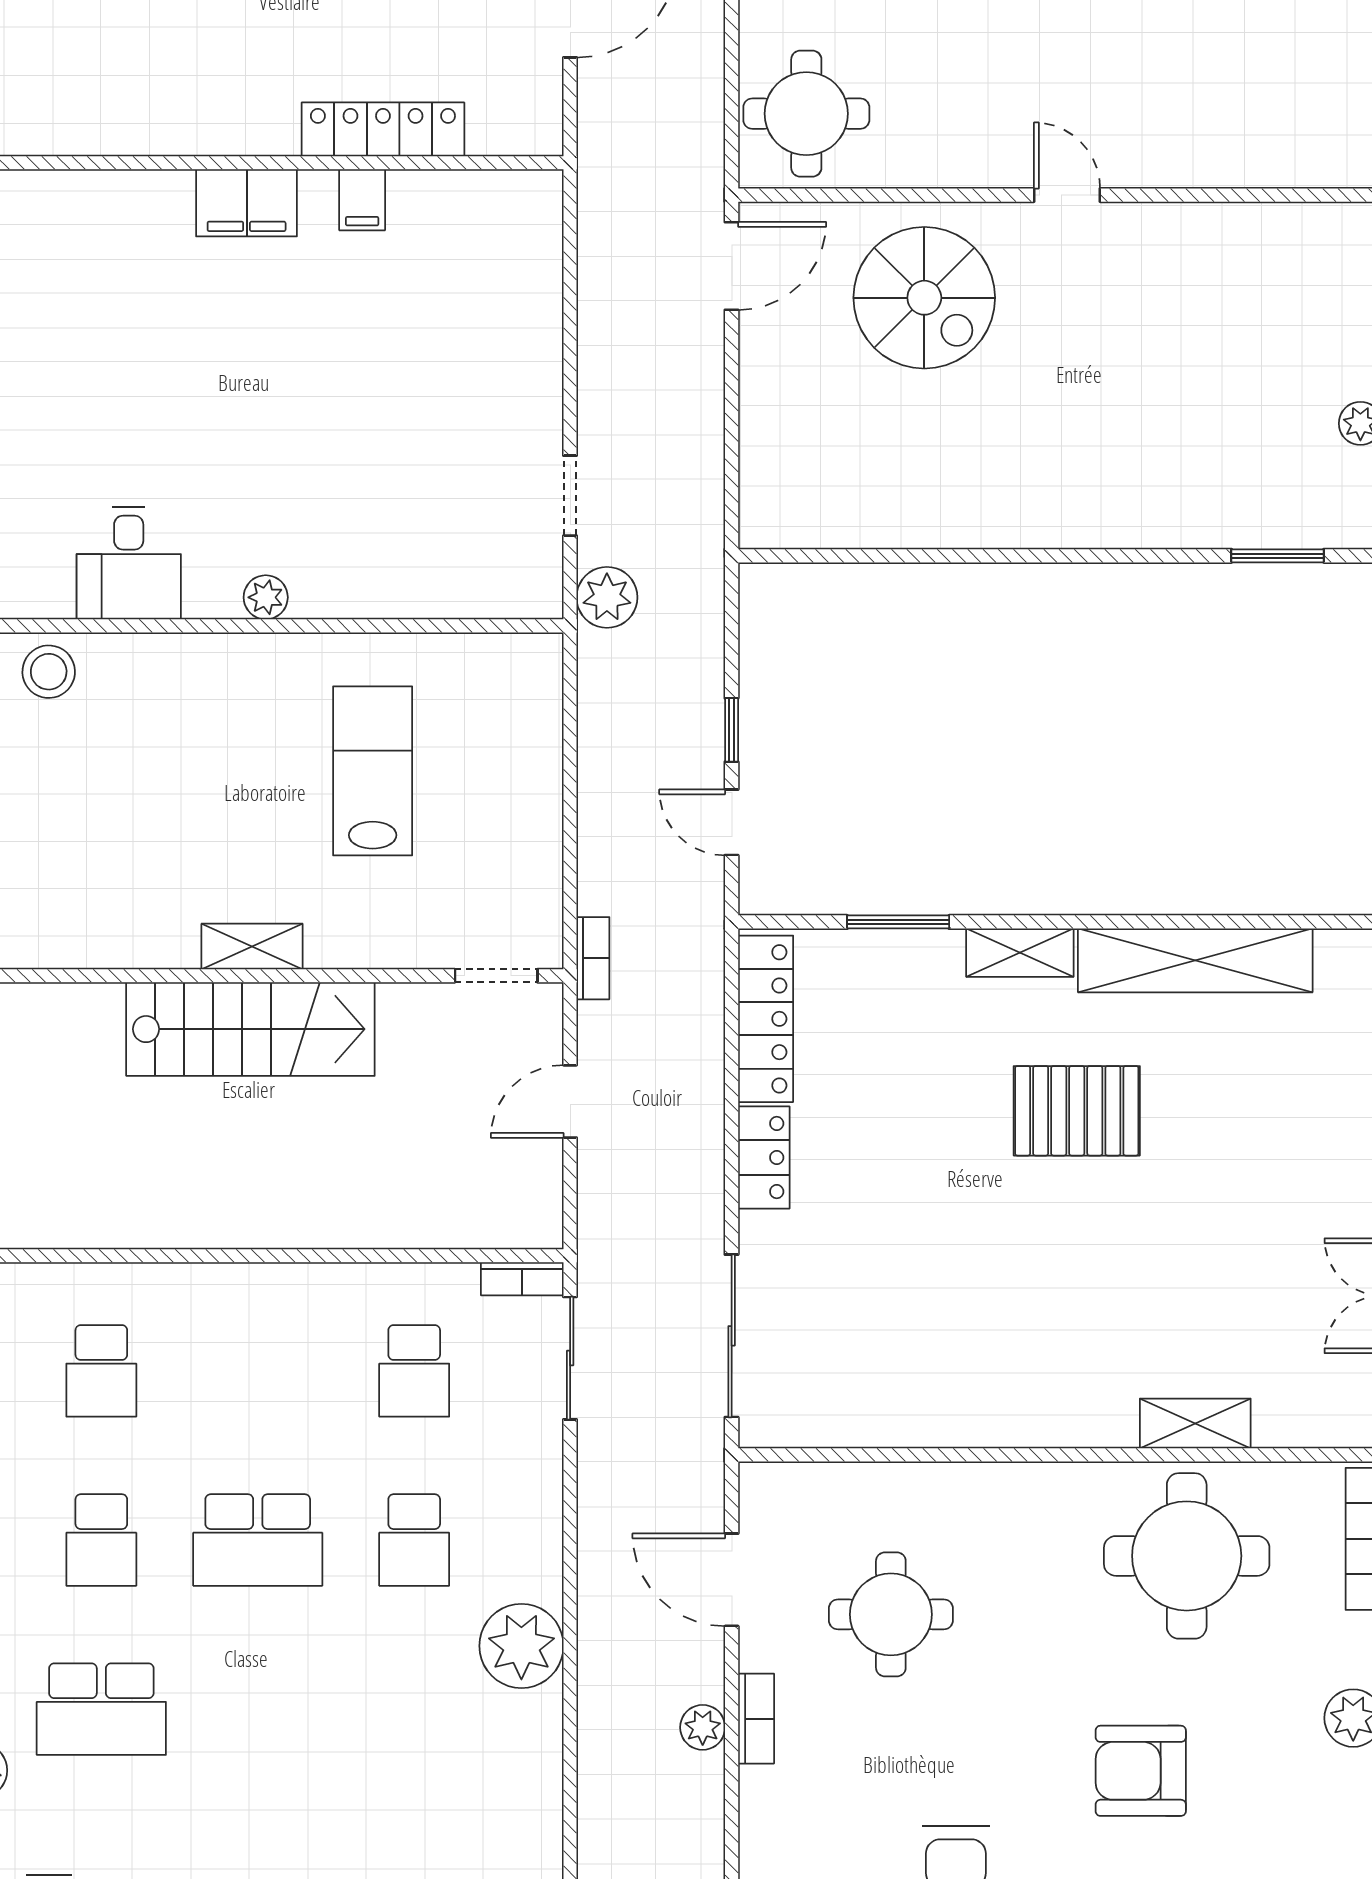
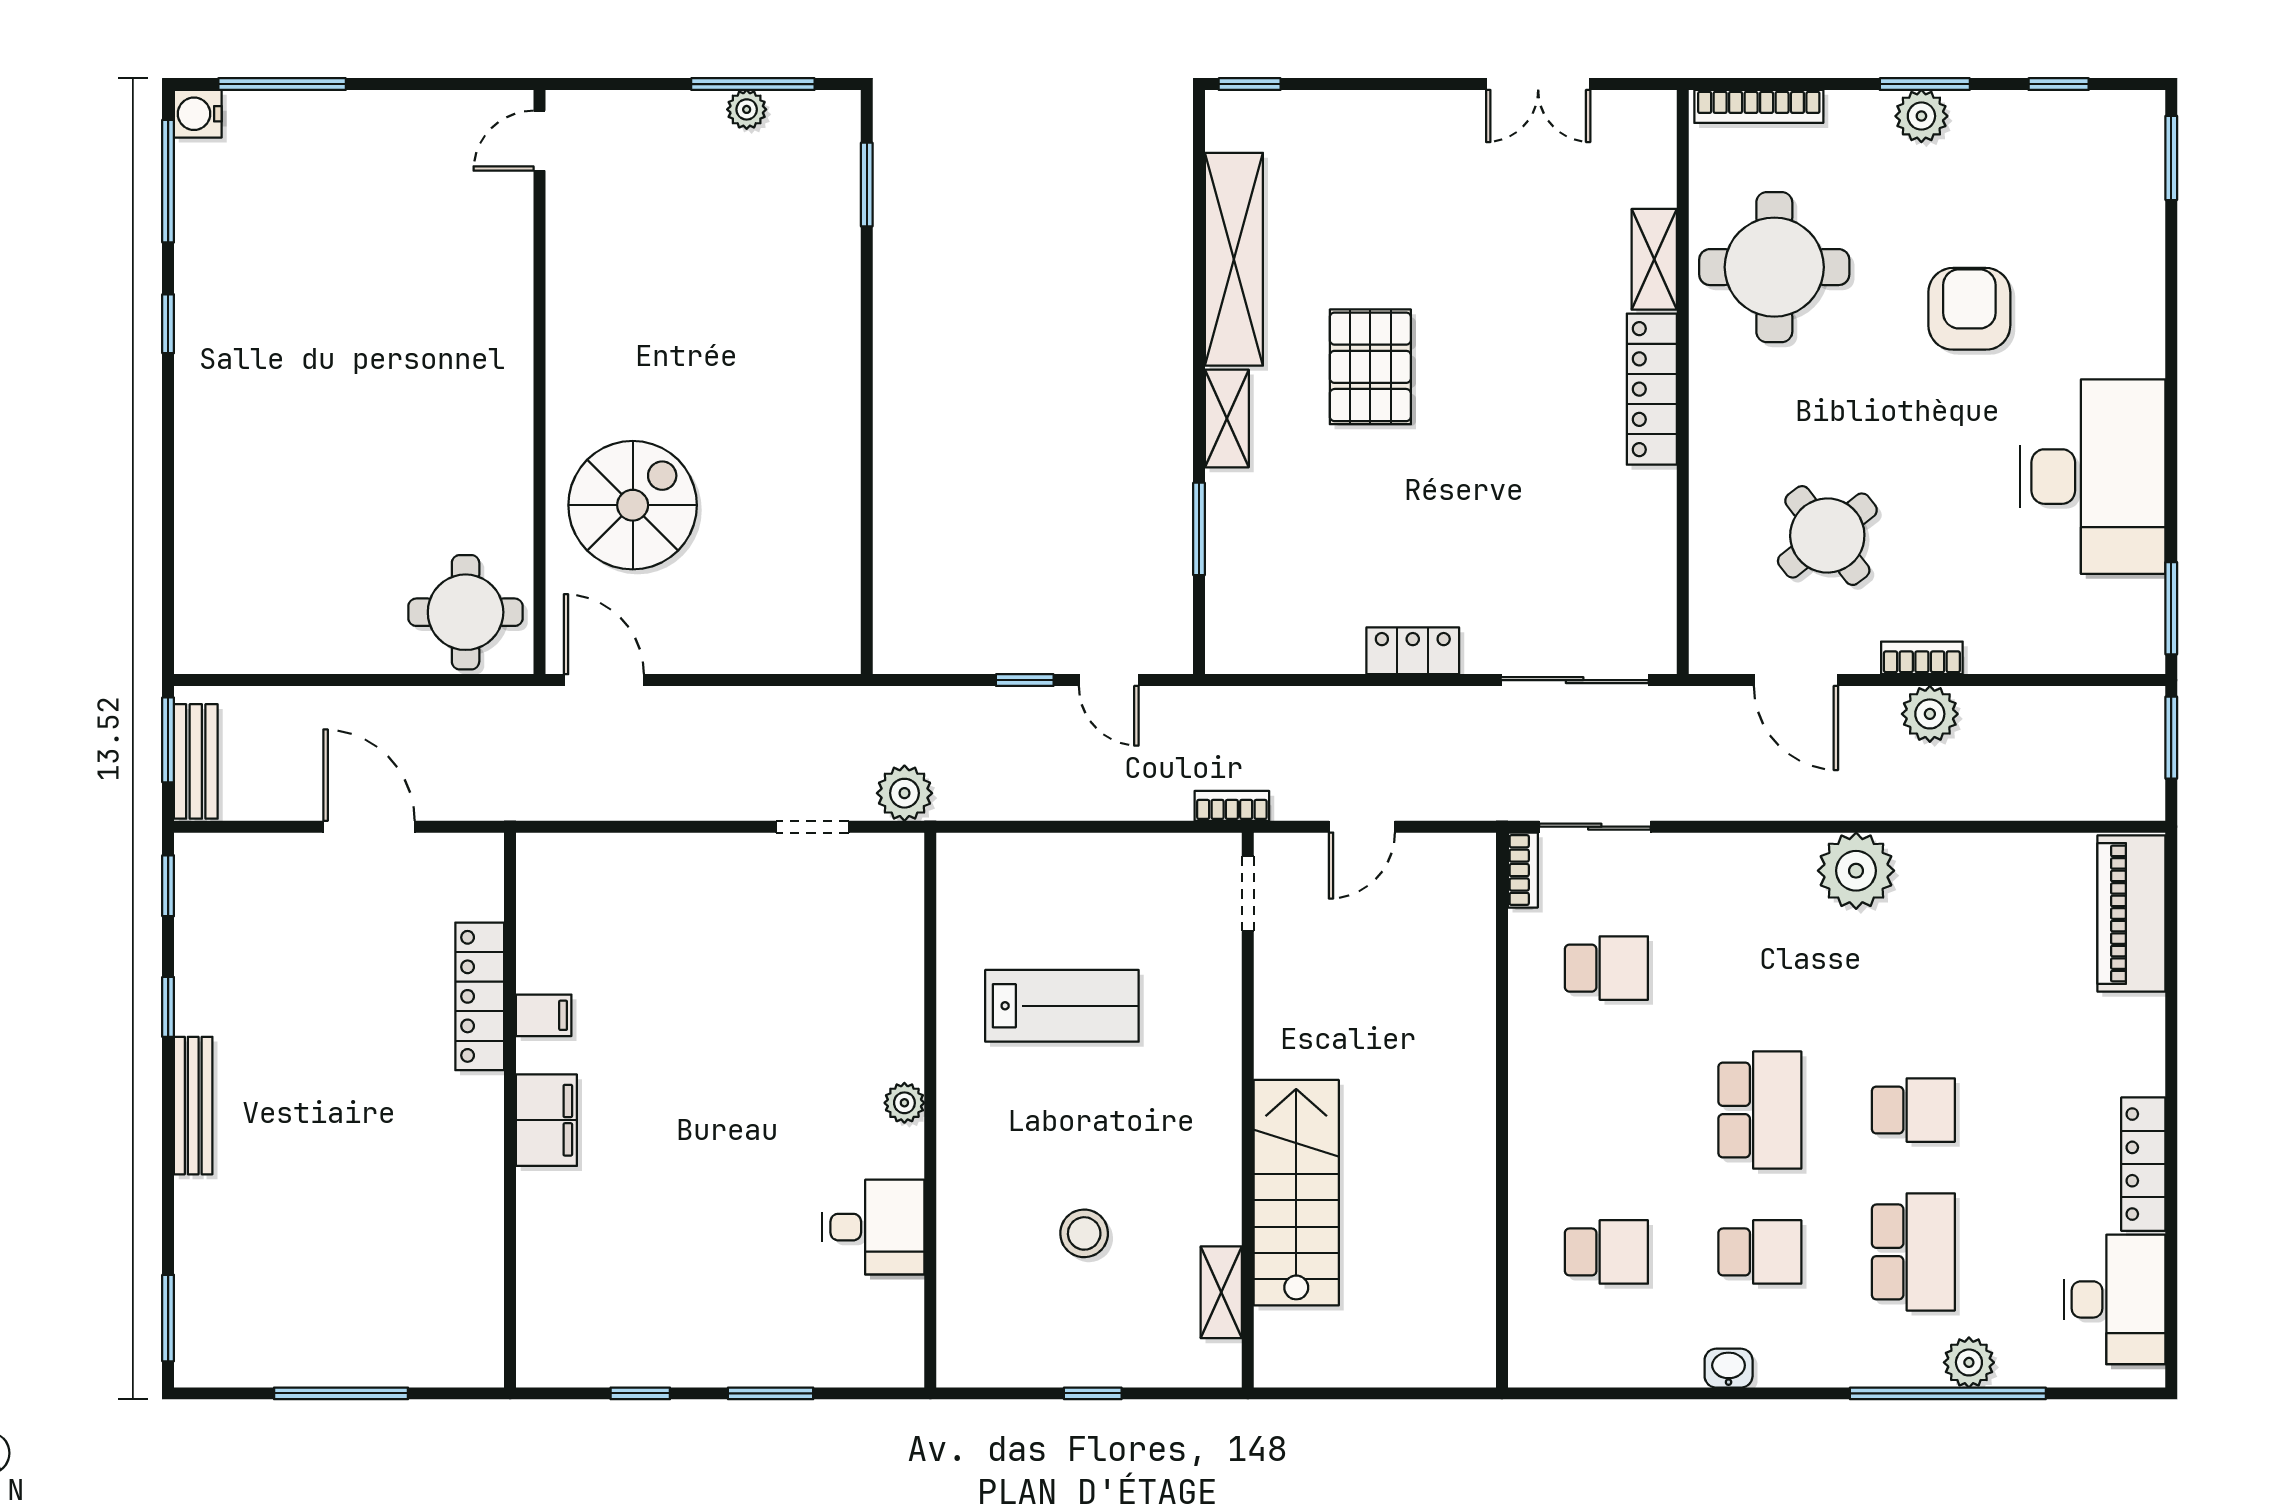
door: (1067, 195) -> (539, 141), moved
stool: (49, 672) -> (1084, 1233), moved
lab bench: (373, 771) -> (1062, 1006), turned 180
door: (732, 822) -> (1109, 680), hinge flipped
shelving: (252, 947) -> (1221, 1292), moved
locker: (766, 1019) -> (1652, 389), moved, turned -90
stairs: (250, 1029) -> (1296, 1193), moved
door: (570, 1101) -> (1362, 827), hinge flipped
school desk: (414, 1540) -> (1913, 1110), moved
door: (732, 1580) -> (1796, 680), hinge flipped
round table: (891, 1614) -> (1827, 536), turned -38
plant: (703, 1727) -> (1930, 714), width x1.38, depth x1.38
armchair: (1141, 1771) -> (1969, 309), turned 180

